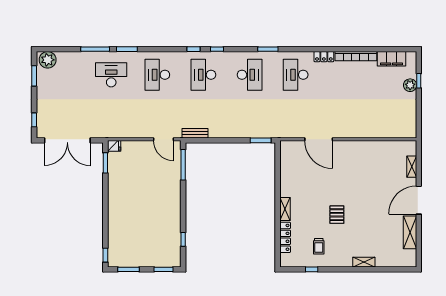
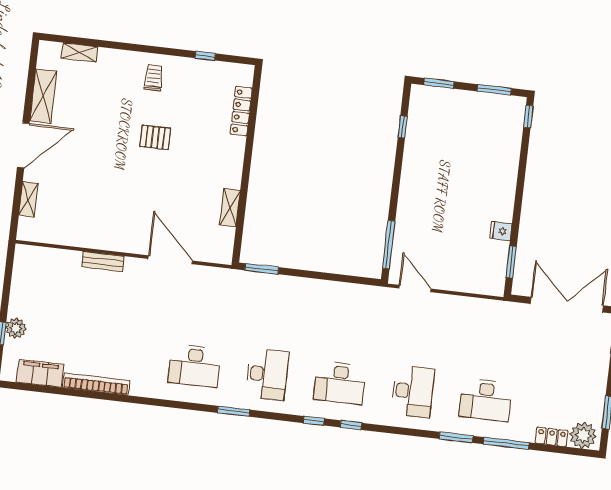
locker: (324, 57) -> (552, 437), moved
desk: (203, 75) -> (340, 383), turned 90
desk: (250, 75) -> (267, 374), turned 180
desk: (296, 75) -> (194, 366), turned 90
bench: (195, 133) -> (103, 262), moved
fridge: (114, 146) -> (501, 231), moved
shelving: (285, 209) -> (230, 208), moved
pallet: (337, 215) -> (155, 137), turned 90
trolley: (319, 246) -> (154, 78), moved
shelving: (364, 262) -> (80, 52), moved

